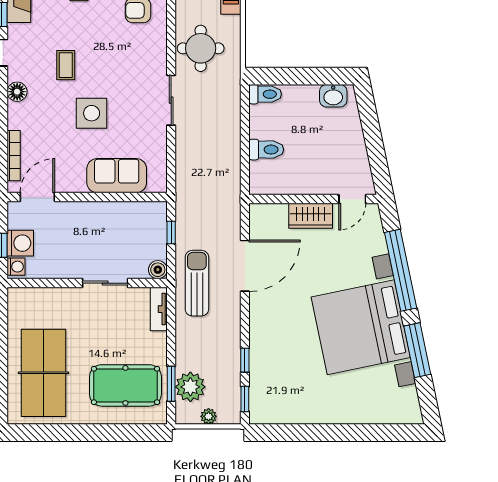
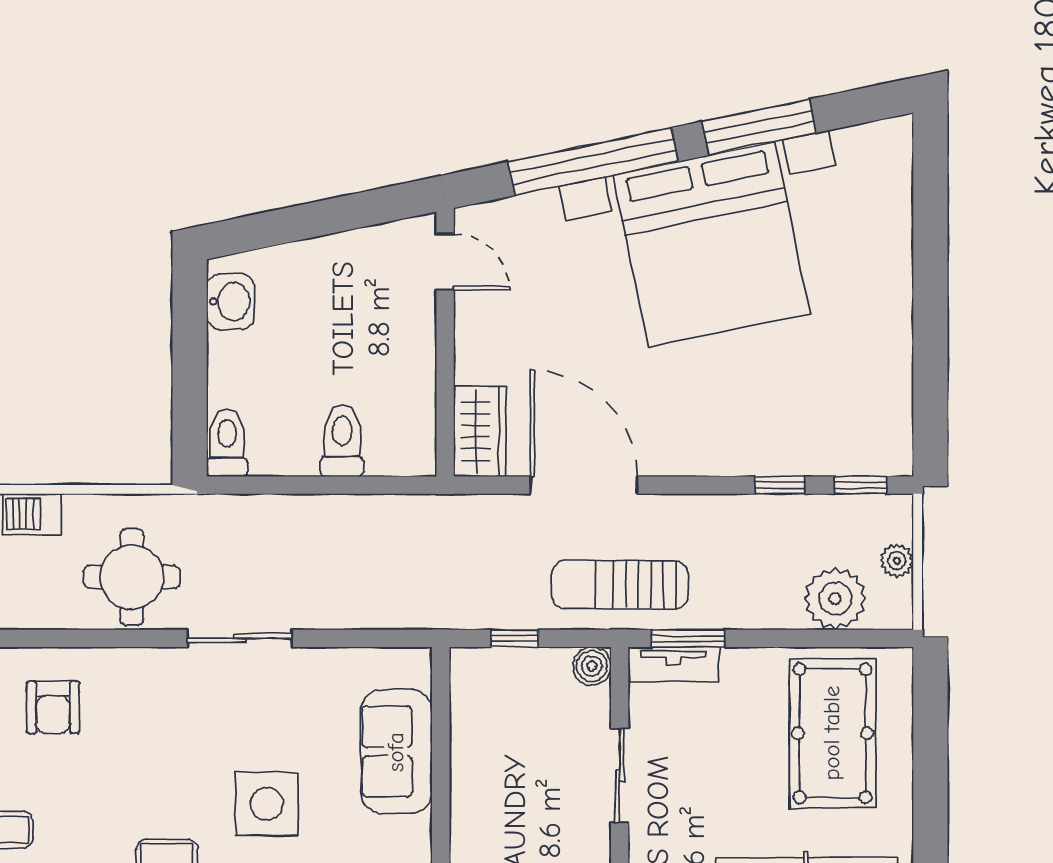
wardrobe: (311, 216) -> (480, 431), moved
window: (171, 384) -> (688, 638), moved

